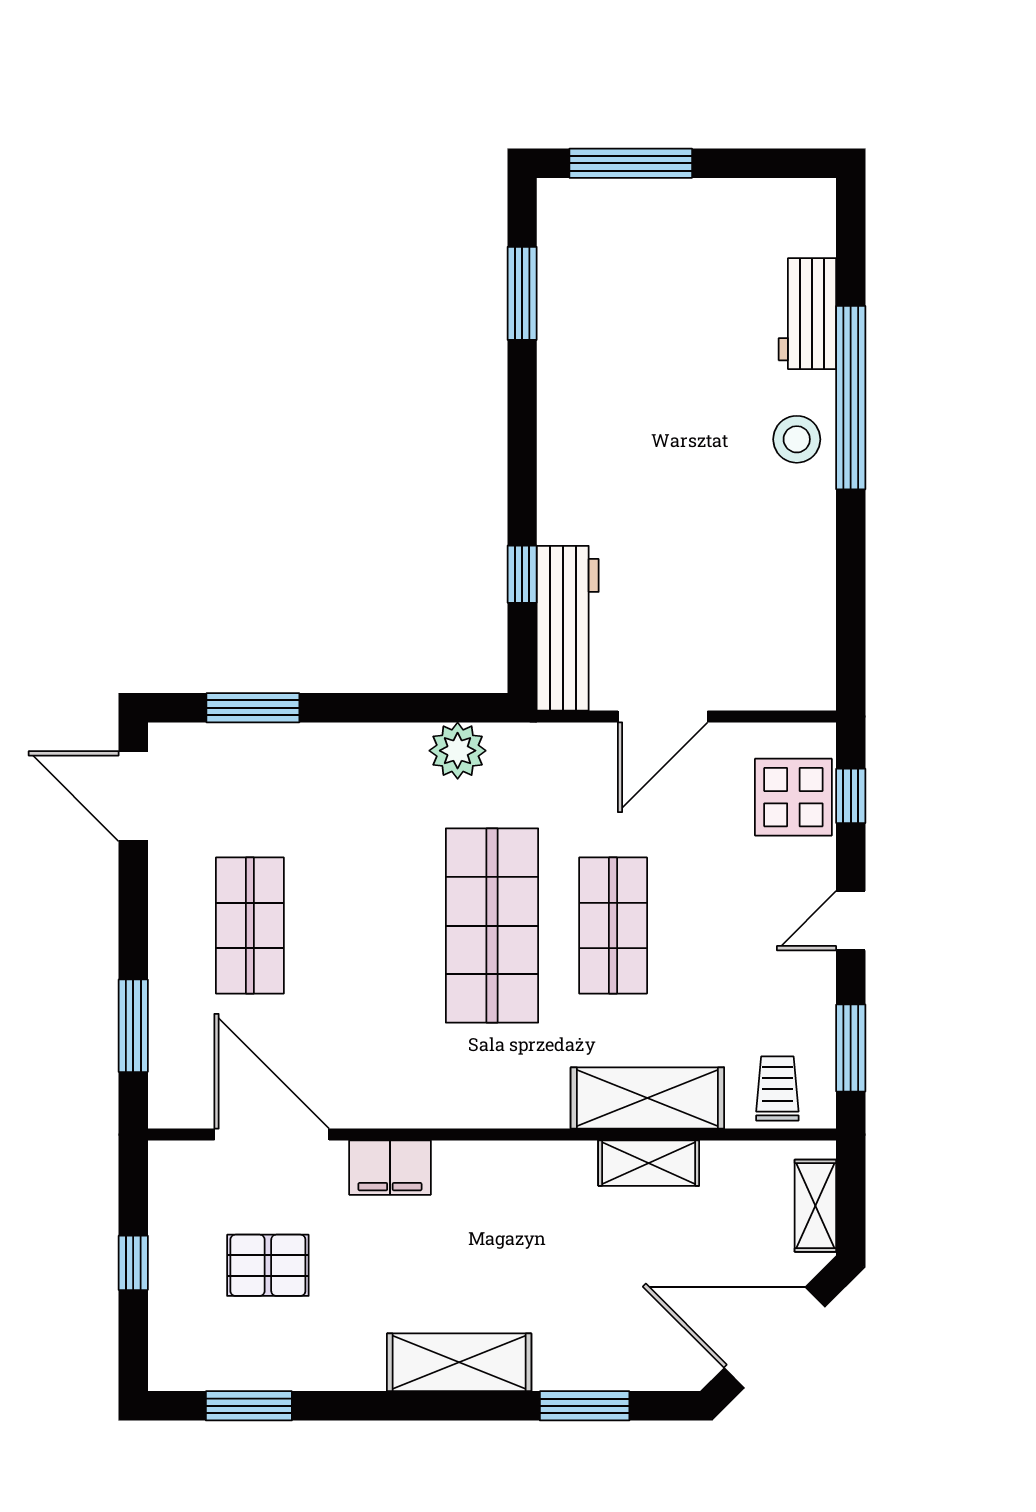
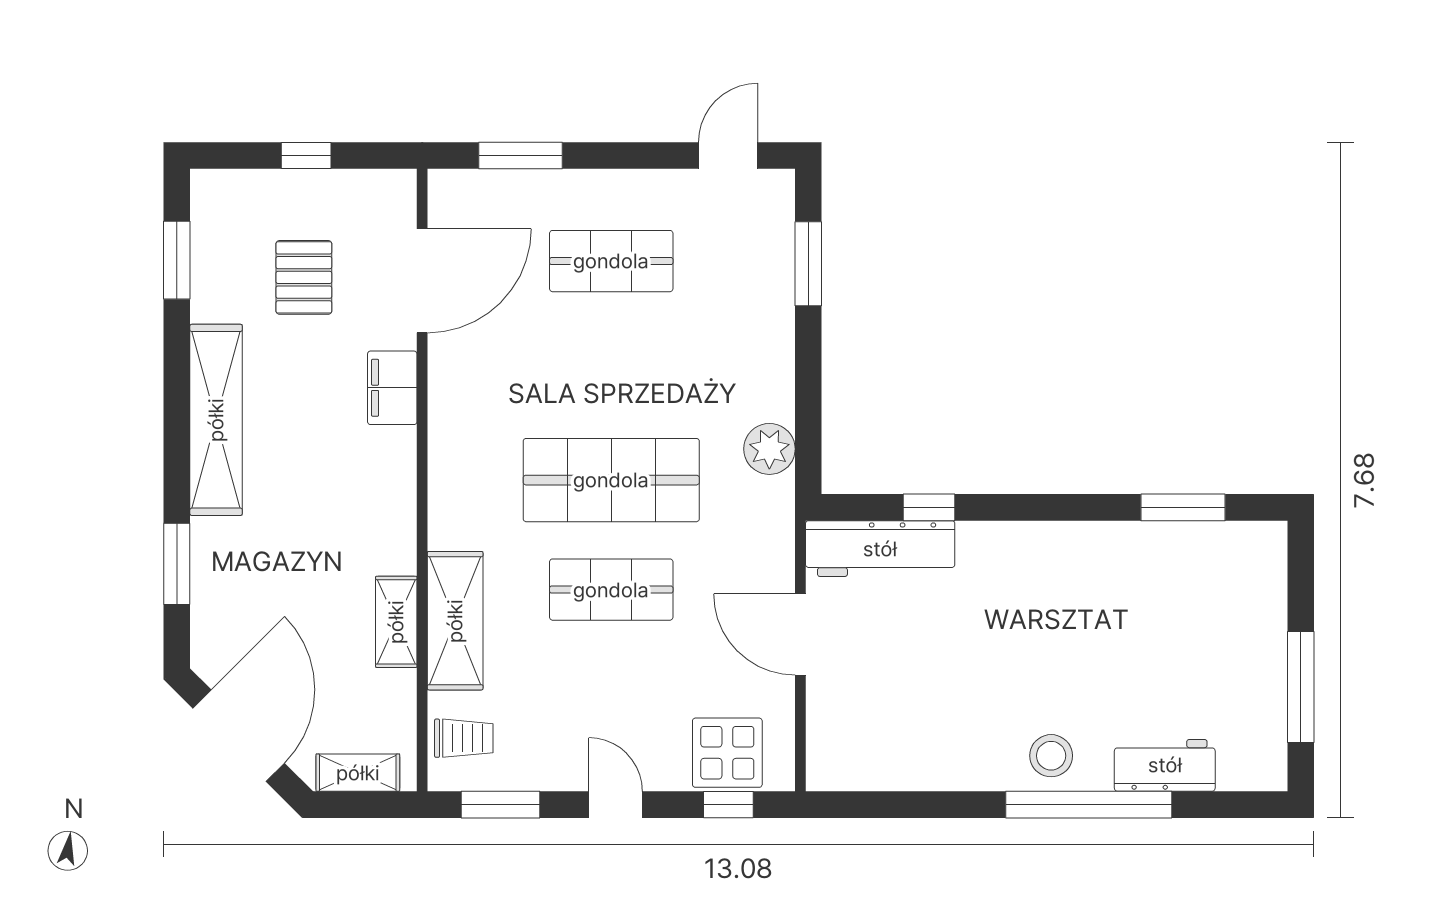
window: (631, 163) -> (1301, 687), moved
door: (133, 796) -> (728, 156), width x0.73
shelving: (459, 1362) -> (216, 420), width x1.47

